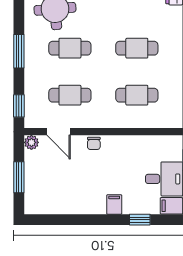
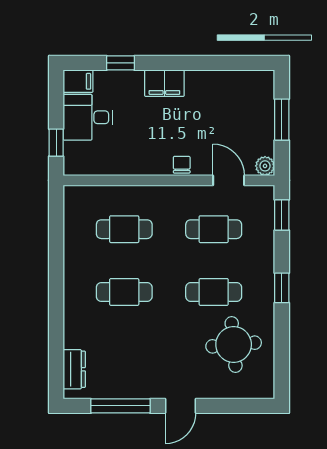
window: (19, 51) -> (282, 288), width x0.67
filing cabinet: (114, 204) -> (164, 83), width x2.00

